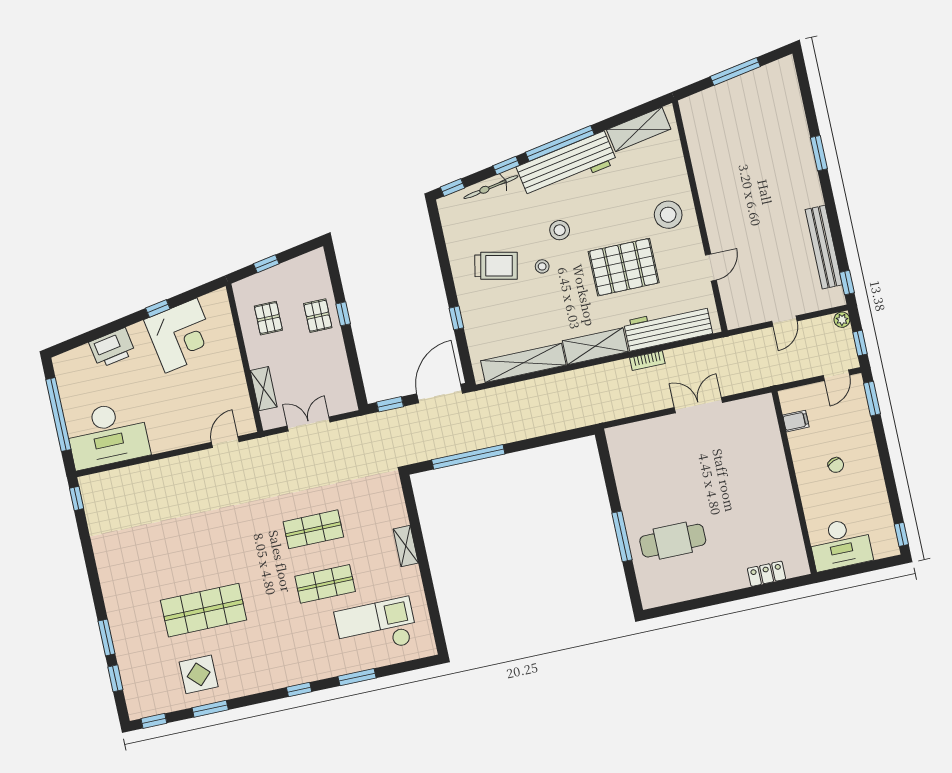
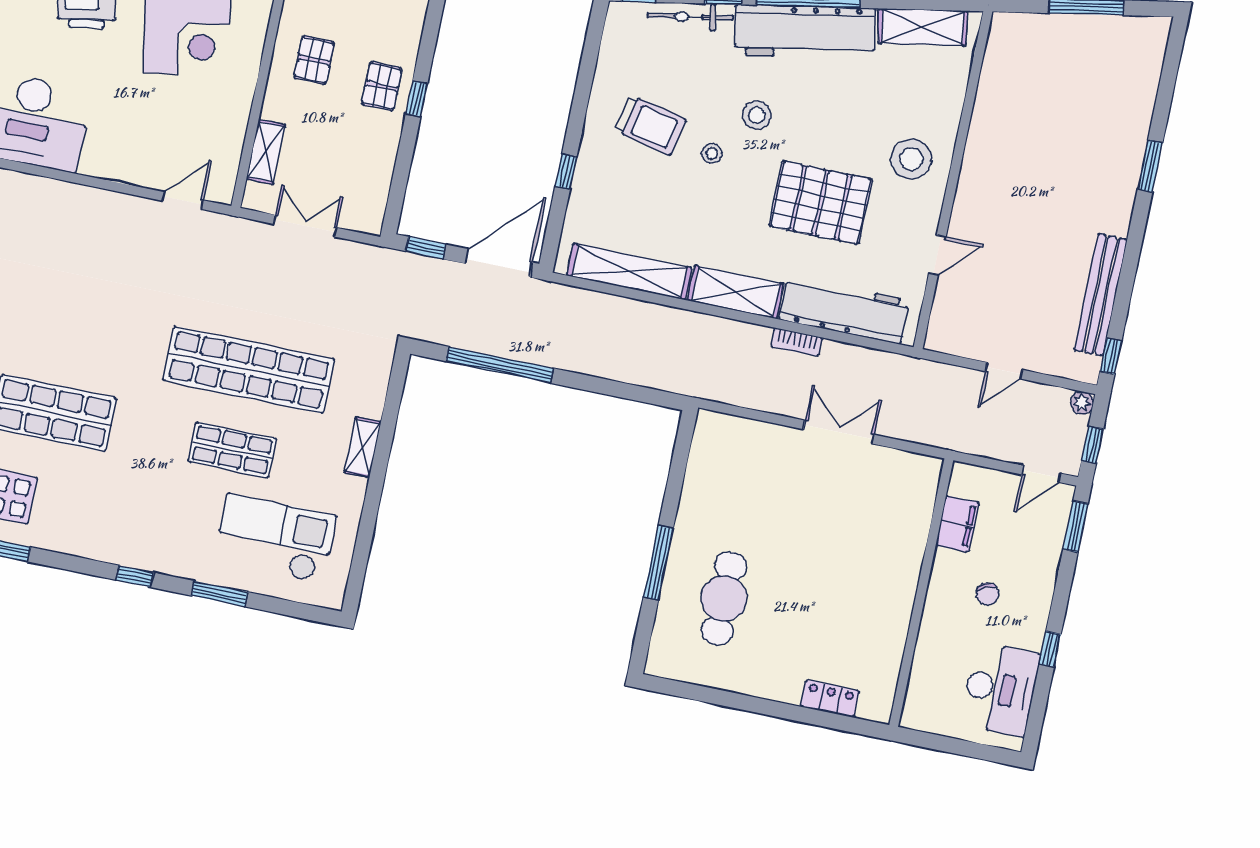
filing cabinet: (796, 421) -> (957, 524), width x2.00
shop shelf: (313, 529) -> (249, 370), width x2.00, depth x1.36
window: (901, 534) -> (1050, 649), moved
cafe table: (673, 541) -> (724, 599), turned 90
desk: (840, 544) -> (1000, 689), moved, turned -90

